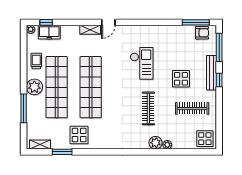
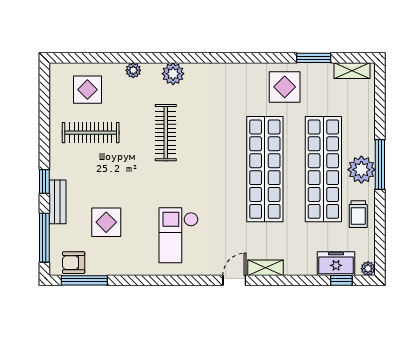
checkout: (142, 63) -> (179, 235), moved
bench: (211, 73) -> (57, 202), width x0.73
display table: (181, 79) -> (106, 222), moved
window: (24, 108) -> (380, 165), moved
display table: (205, 139) -> (87, 90), moved
plant: (155, 143) -> (173, 74), moved

